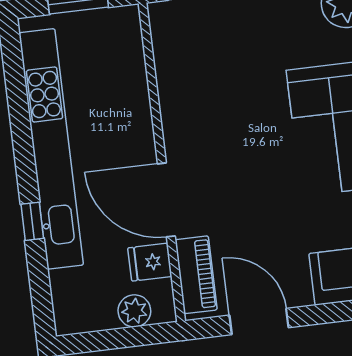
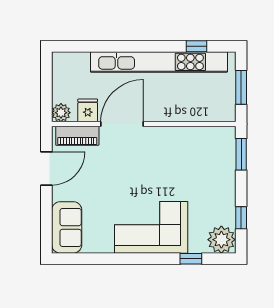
window: (32, 221) -> (197, 46), moved
plant: (134, 311) -> (61, 113), moved

